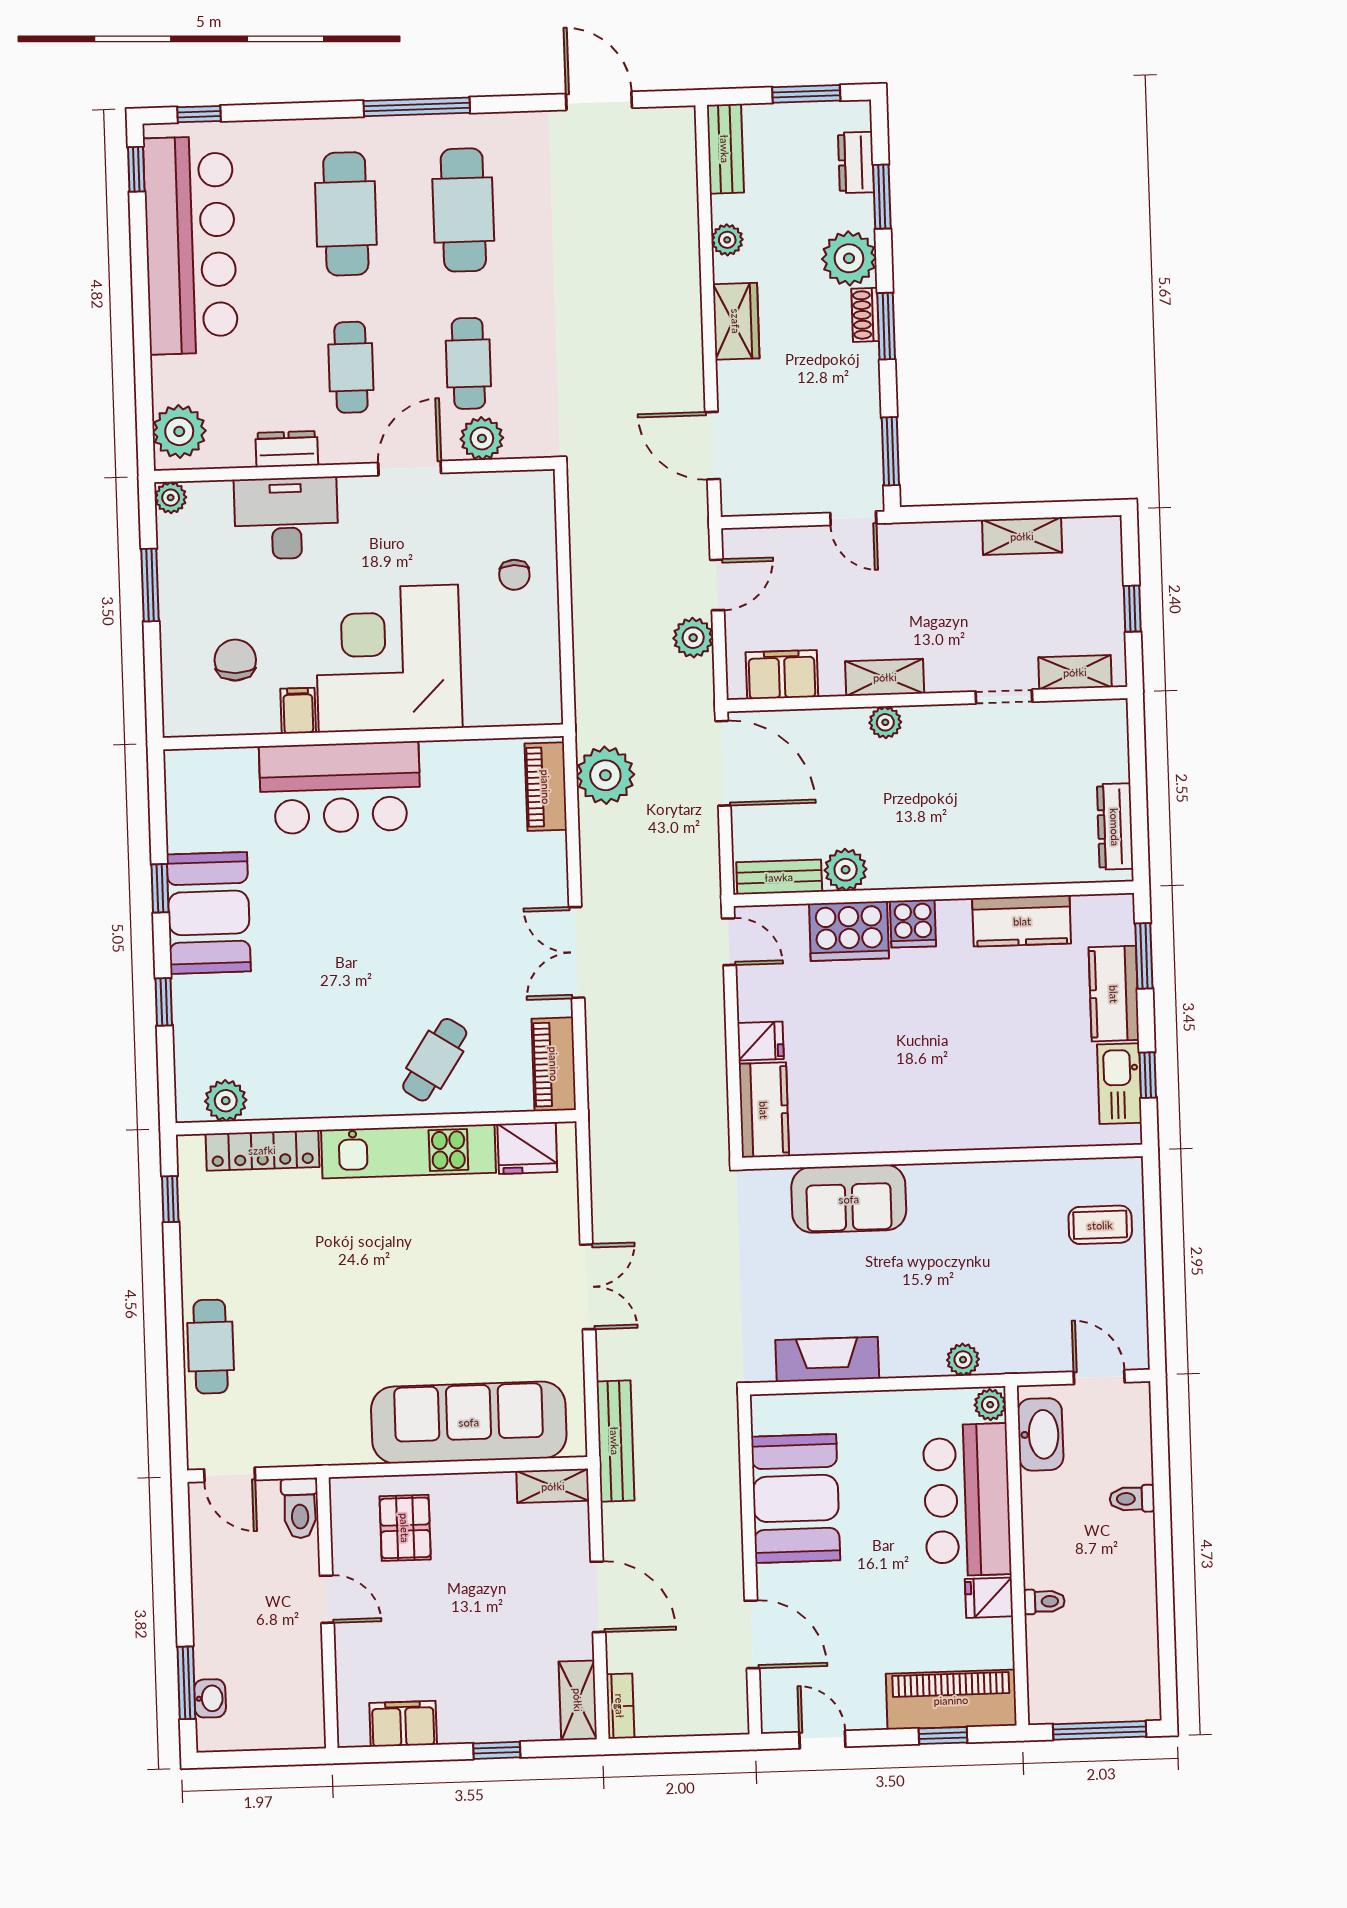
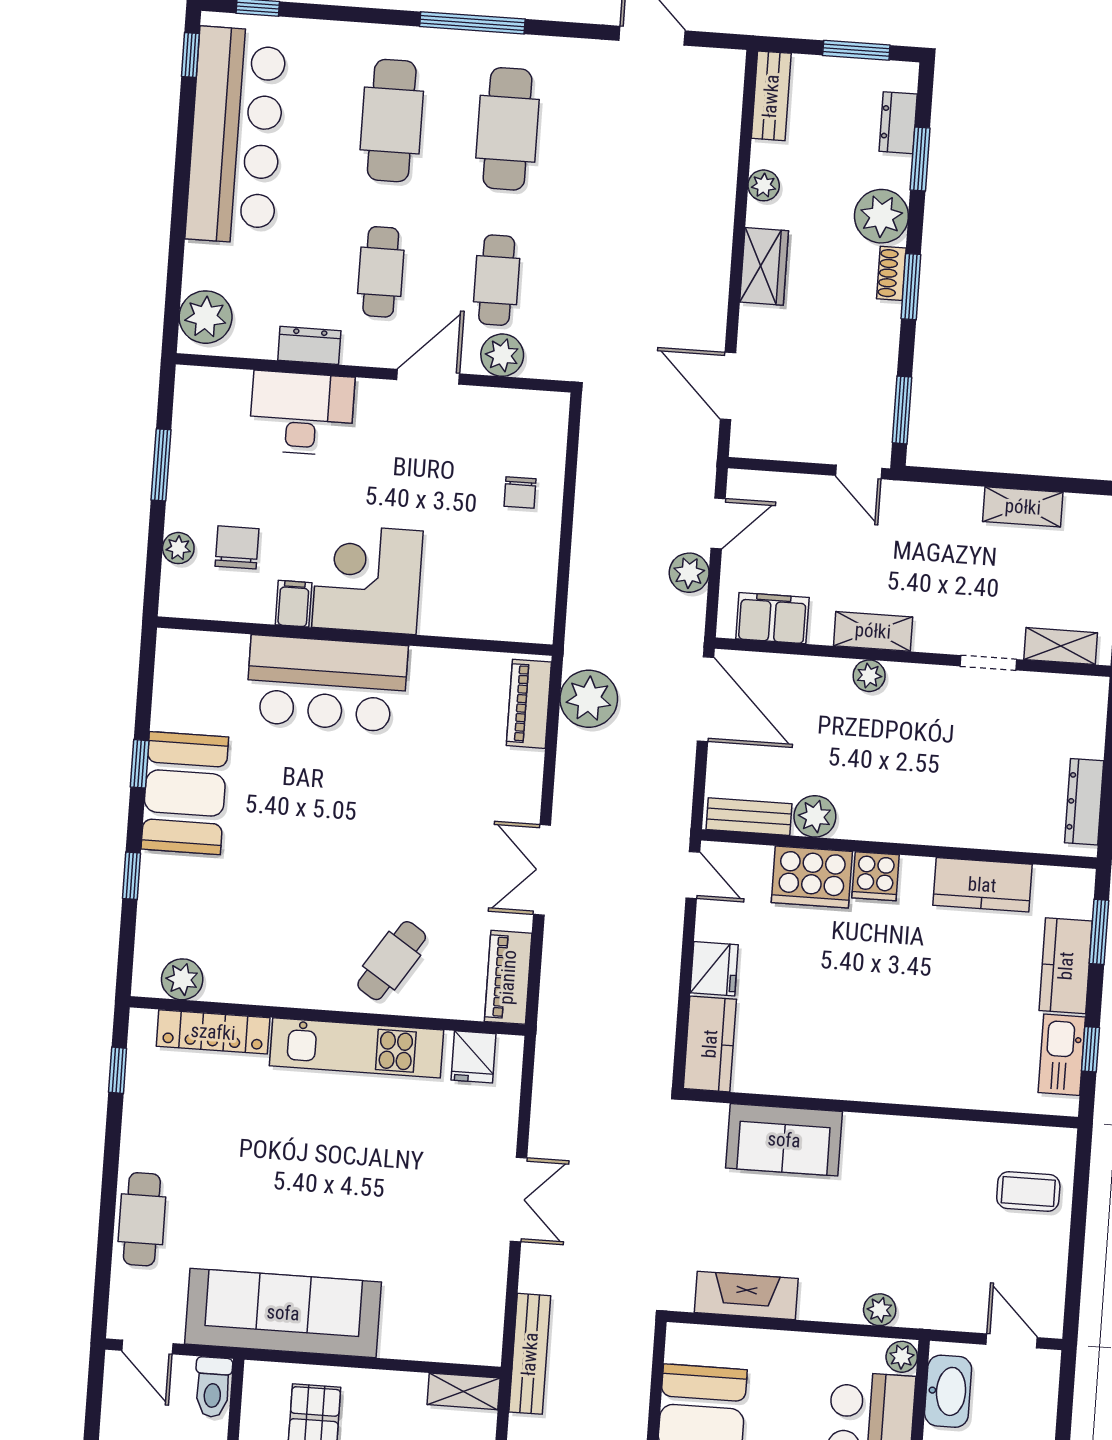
plant: (171, 498) -> (178, 548), moved
corner desk: (388, 658) -> (367, 579), width x0.74, depth x0.74
fridge: (761, 1041) -> (714, 969), width x1.38
fridge: (527, 1148) -> (474, 1057), width x0.72
sofa: (469, 1422) -> (283, 1313), moved

